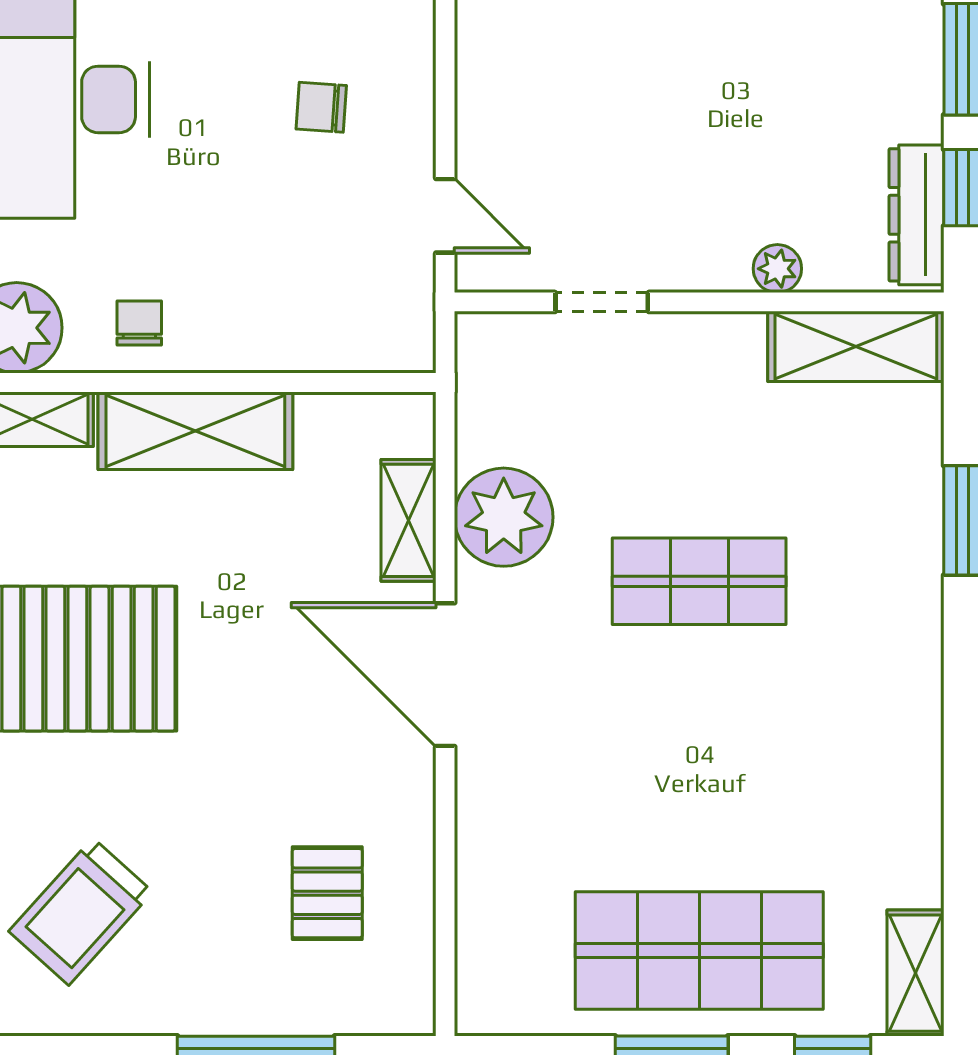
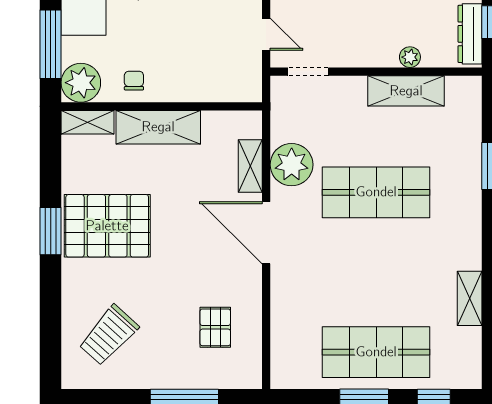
doorway: (602, 302) -> (308, 72), moved
shelving: (856, 346) -> (406, 91), moved
shop shelf: (699, 581) -> (376, 192), width x1.43, depth x1.36
shelving: (916, 973) -> (470, 298), moved

